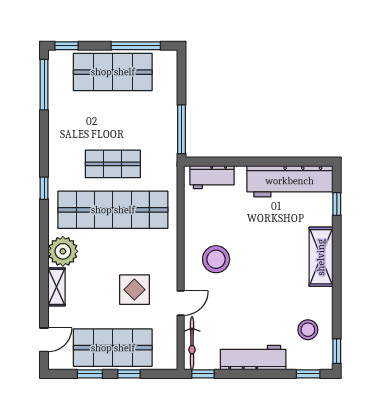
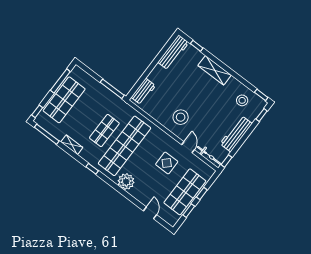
workbench: (290, 181) -> (173, 52), width x0.73, depth x0.76
shelving: (57, 287) -> (72, 145), moved
door: (44, 340) -> (150, 213), moved

